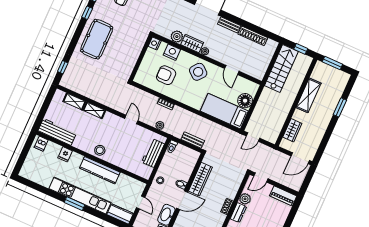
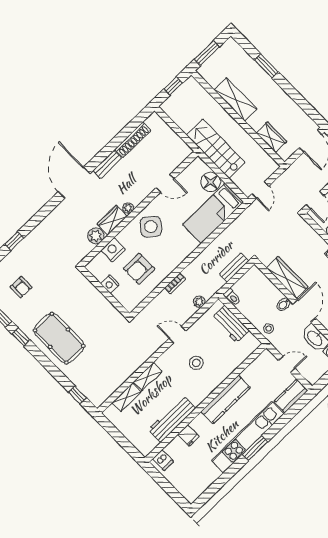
nightstand: (155, 43) -> (110, 284), moved
stairs: (281, 69) -> (216, 149), moved
workbench: (57, 132) -> (172, 419), moved
stool: (100, 150) -> (196, 363), moved

